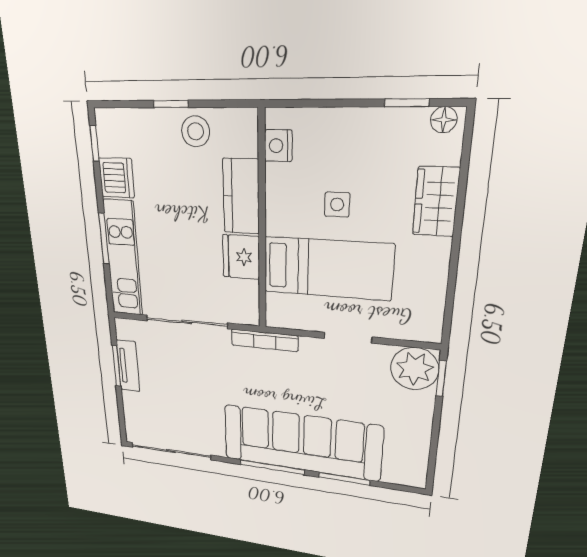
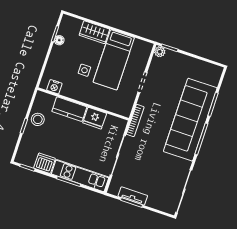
floor lamp: (444, 120) -> (59, 40), moved
bed: (327, 268) -> (114, 60), moved, turned 180
plant: (415, 369) -> (160, 52), width x0.53, depth x0.53

